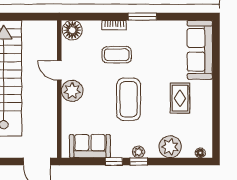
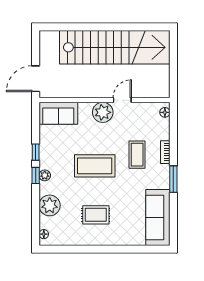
floor lamp: (72, 30) -> (165, 112), width x0.53, depth x0.53
sofa: (200, 50) -> (158, 218), moved, turned -90
sofa: (90, 146) -> (58, 113), moved, turned 90

